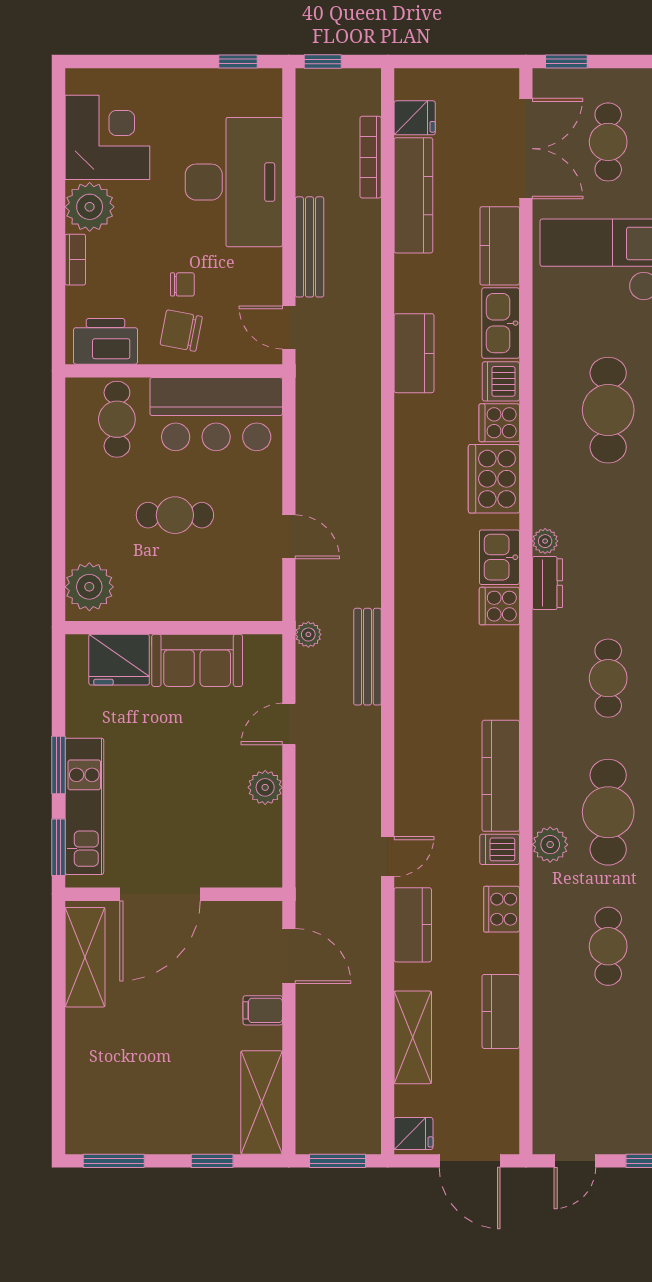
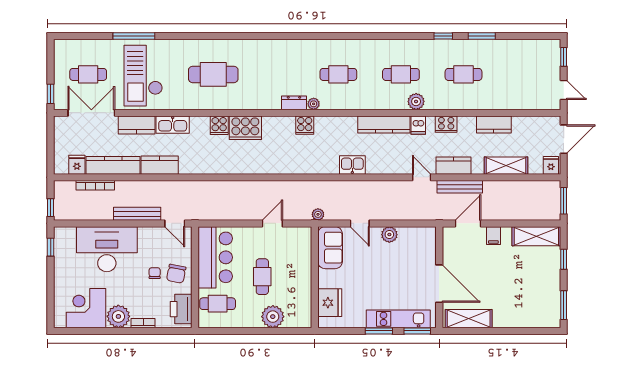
door: (289, 328) -> (175, 223), hinge flipped
kitchen counter: (414, 353) -> (160, 165), moved
dishwasher: (501, 381) -> (200, 125), removed
plant: (545, 541) -> (314, 104), moved
kitchen sink: (499, 557) -> (352, 165), moved, turned 180
plant: (89, 587) -> (273, 317), moved
bench: (367, 657) -> (460, 187), moved
sofa: (197, 660) -> (330, 248), moved
cafe table: (608, 812) -> (401, 74), width x0.73, depth x0.74

